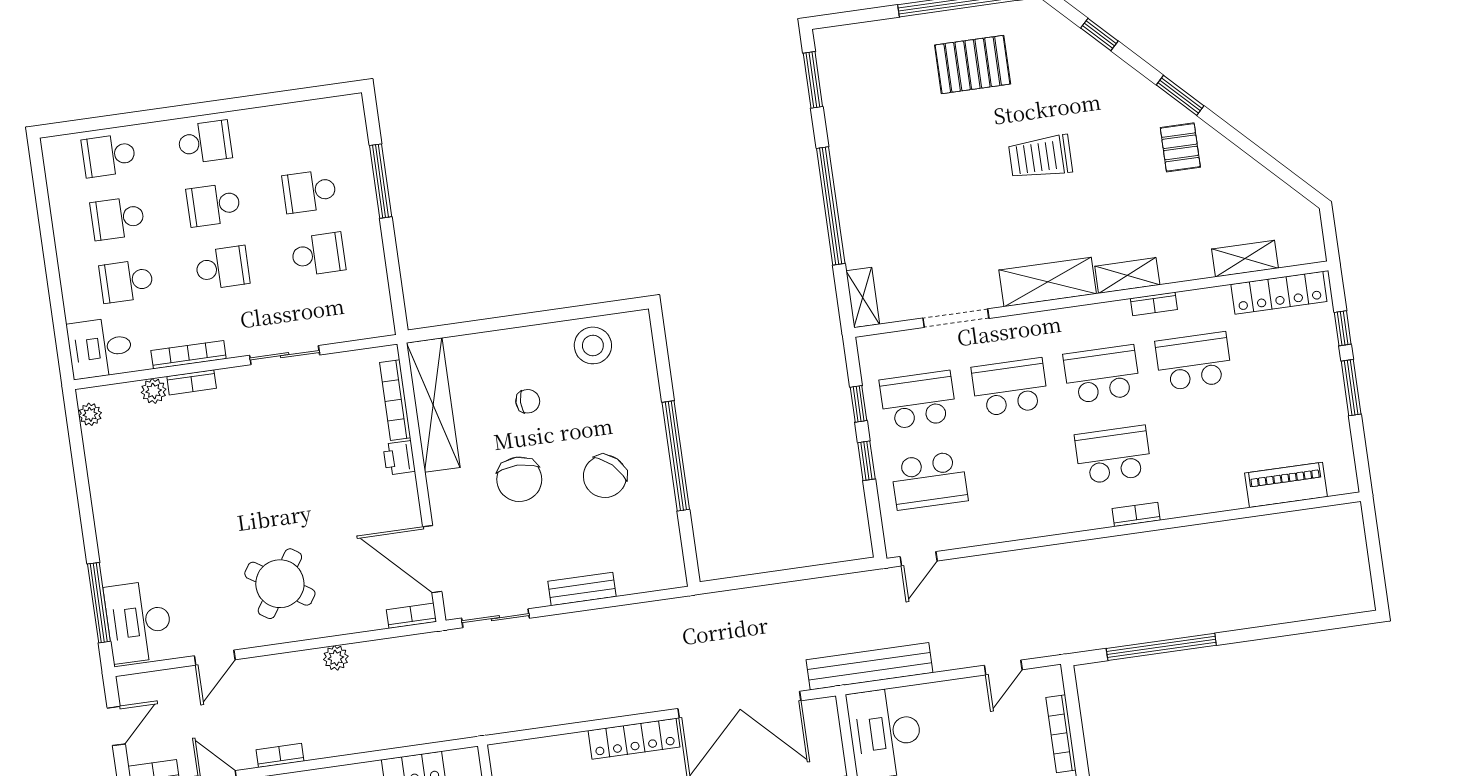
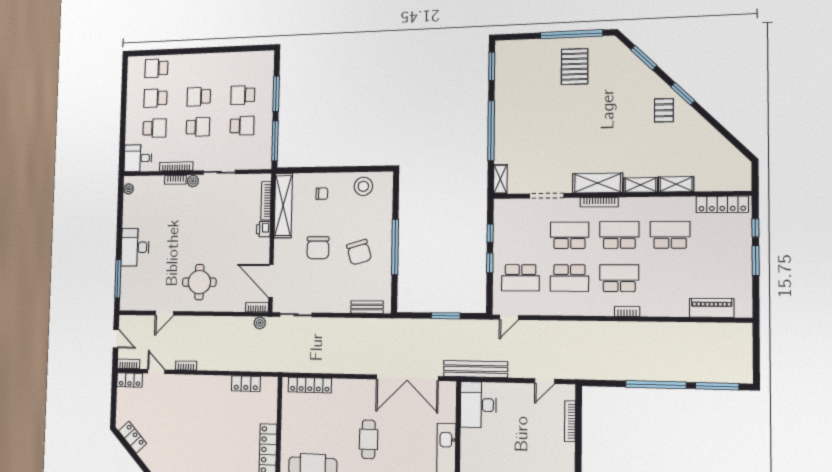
window: (1099, 35) -> (644, 58), width x1.50
pallet: (973, 65) -> (575, 67), turned 90
school desk: (205, 142) -> (200, 66), removed
pallet: (1180, 147) -> (664, 110), moved
trolley: (1040, 157) -> (603, 118), removed
shelving: (1245, 259) -> (676, 184), moved
window: (394, 277) -> (275, 141), added
school desk: (126, 281) -> (155, 128), turned 180
bookcase: (1154, 304) -> (599, 202), moved, width x1.56
plant: (154, 391) -> (193, 181), moved
school desk: (918, 400) -> (569, 278), moved, turned 180
chair: (528, 401) -> (322, 194), moved
chair: (605, 476) -> (359, 252), turned -59
window: (797, 574) -> (446, 316), added
round table: (280, 584) -> (199, 282), turned -33
bench: (582, 589) -> (367, 307), moved
desk: (139, 622) -> (135, 247), moved
window: (1315, 625) -> (717, 386), added
window: (1161, 647) -> (656, 385), moved
plant: (336, 658) -> (260, 323), moved
door: (116, 726) -> (116, 339), hinge flipped
locker: (634, 739) -> (310, 385), moved

